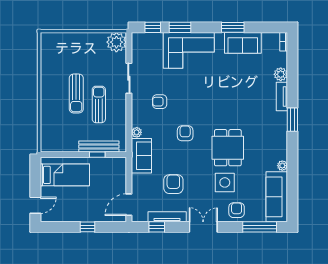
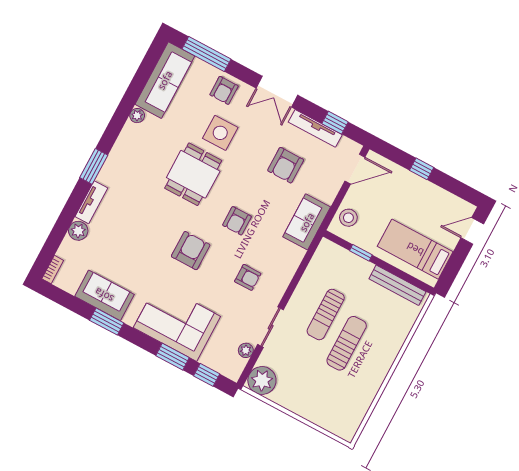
armchair: (204, 99) -> (191, 251), added
plant: (137, 132) -> (246, 350), moved
bench: (99, 146) -> (397, 285), moved
stool: (117, 172) -> (348, 218), added

